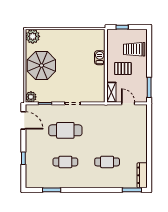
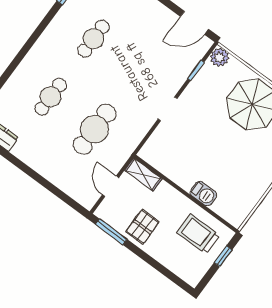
trolley: (134, 49) -> (198, 234), moved, turned -90
pallet: (123, 69) -> (143, 227), moved
door: (128, 103) -> (111, 186), swing flipped
cafe table: (65, 130) -> (95, 129), moved

